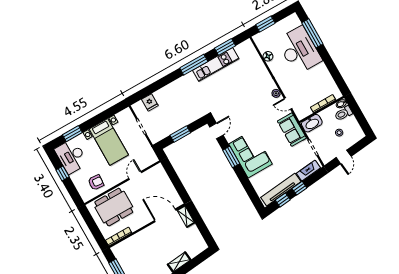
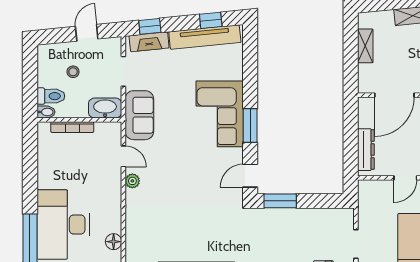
window: (180, 134) -> (280, 201), moved
dresser: (164, 179) -> (366, 150), added
window: (299, 188) -> (150, 26), moved
door: (165, 215) -> (394, 95), hinge flipped
shelving: (186, 216) -> (365, 46), moved

